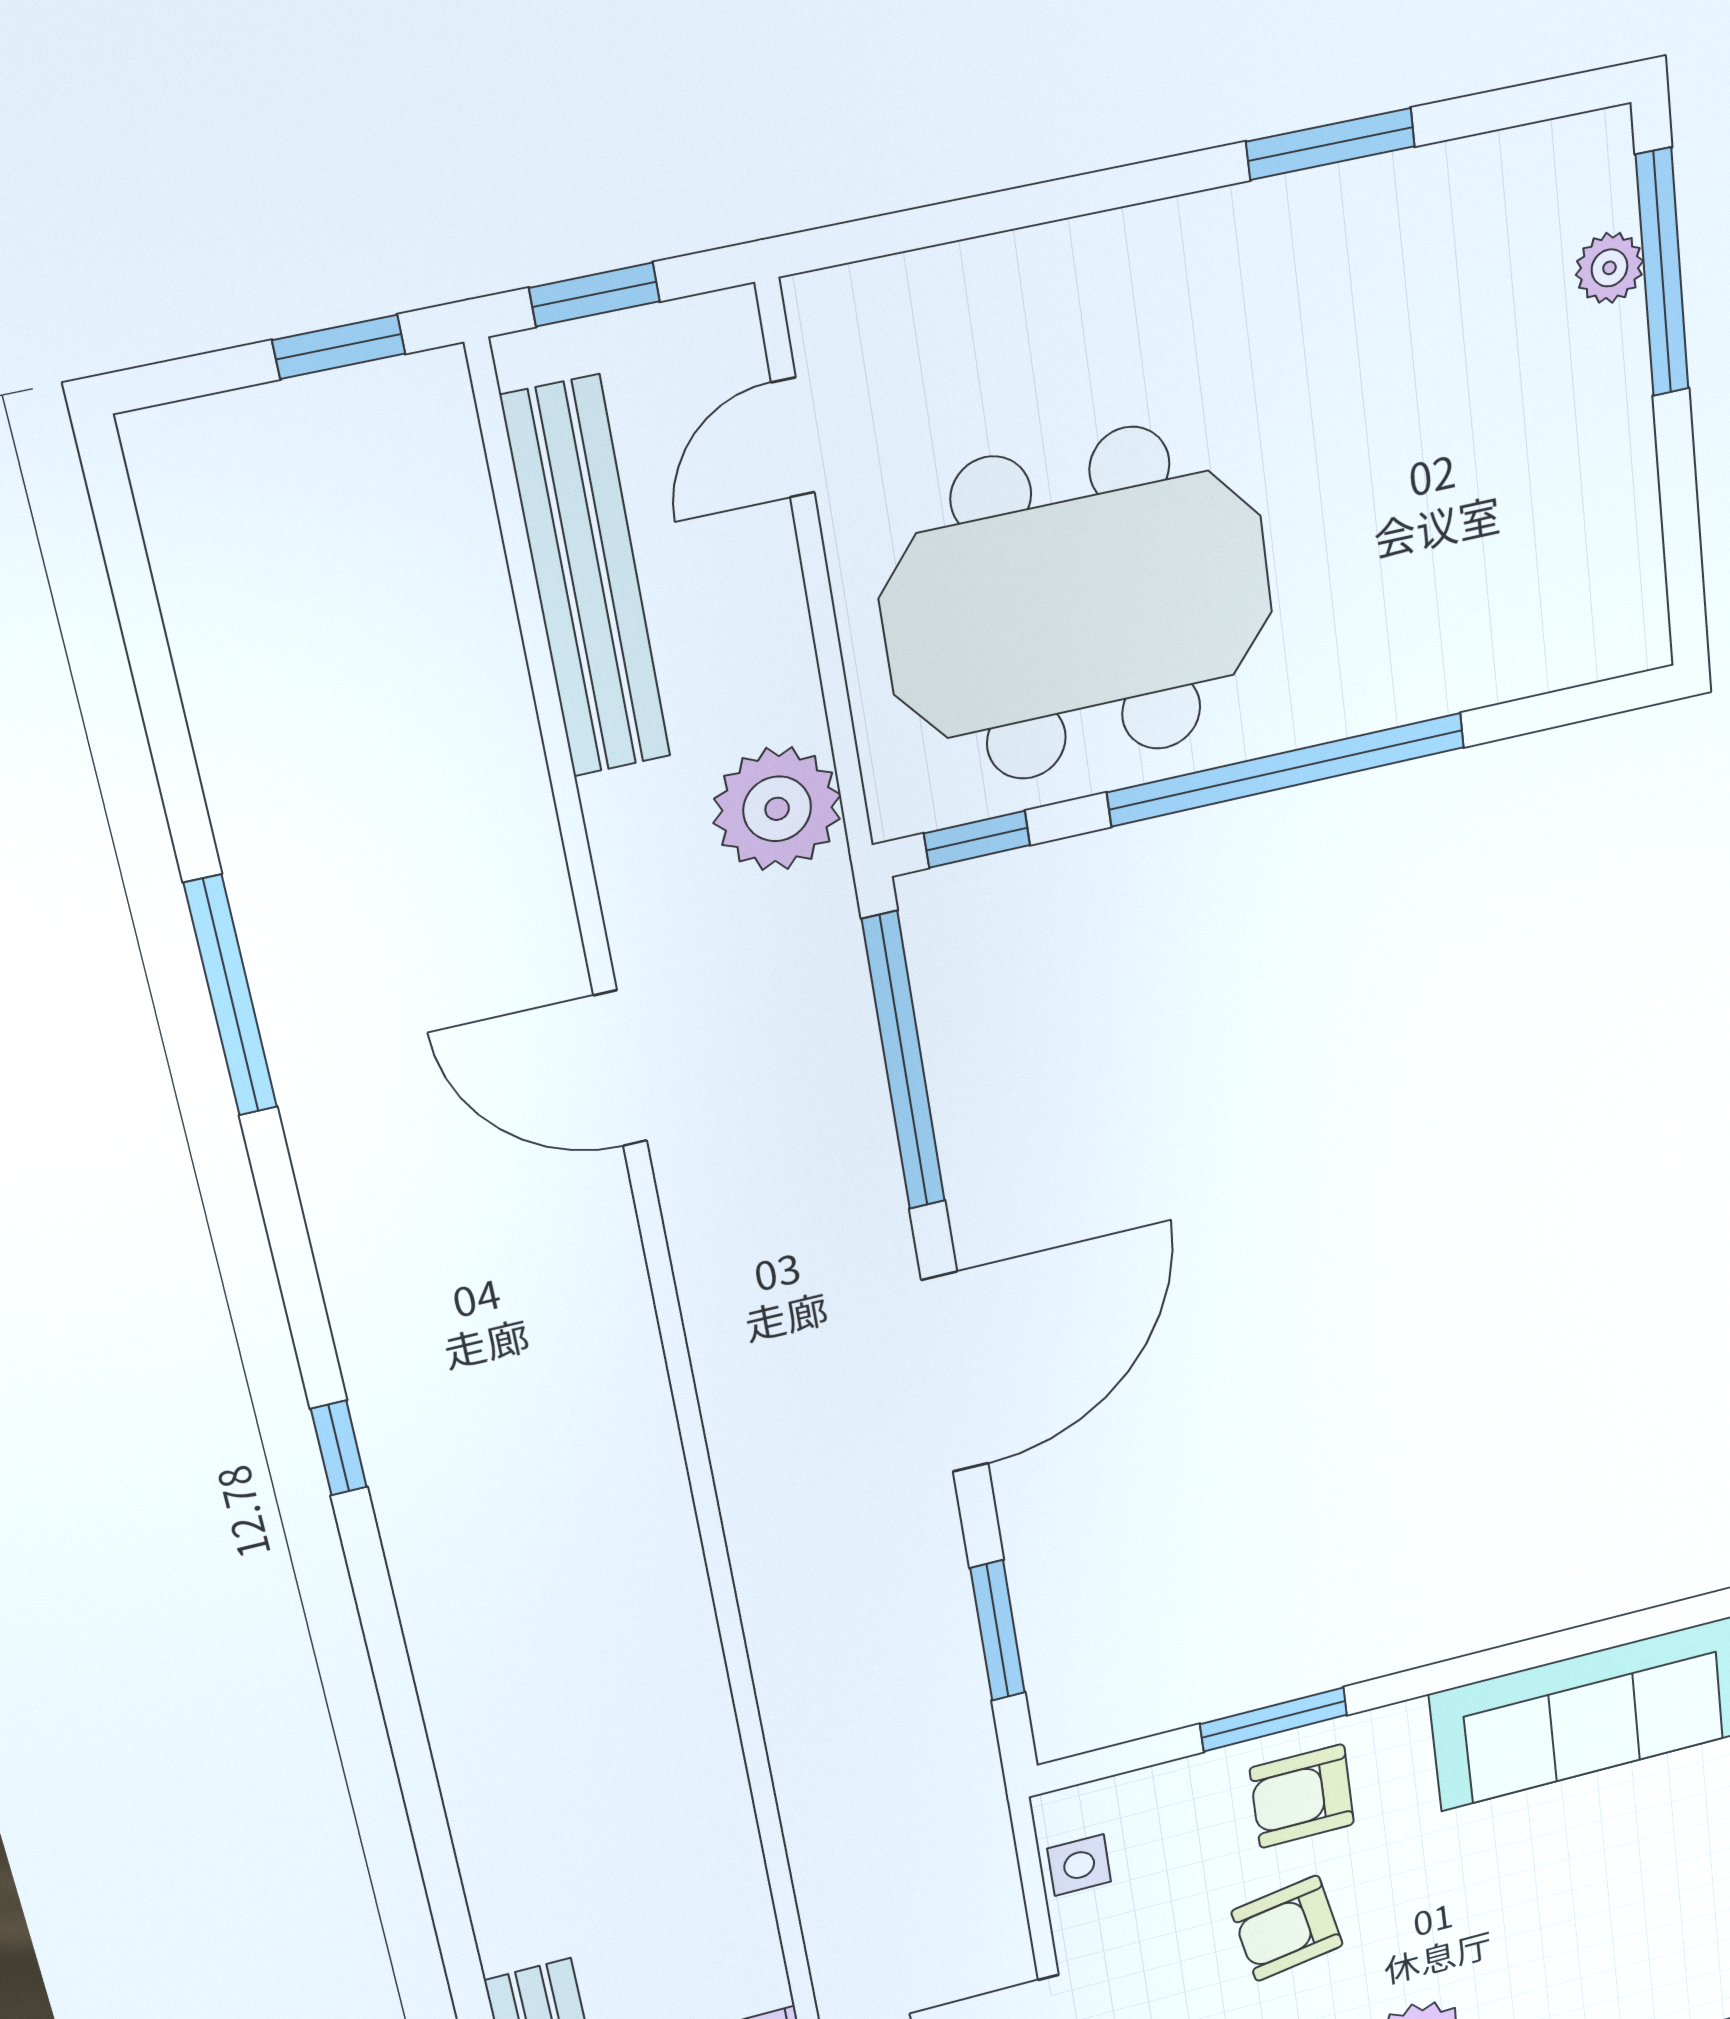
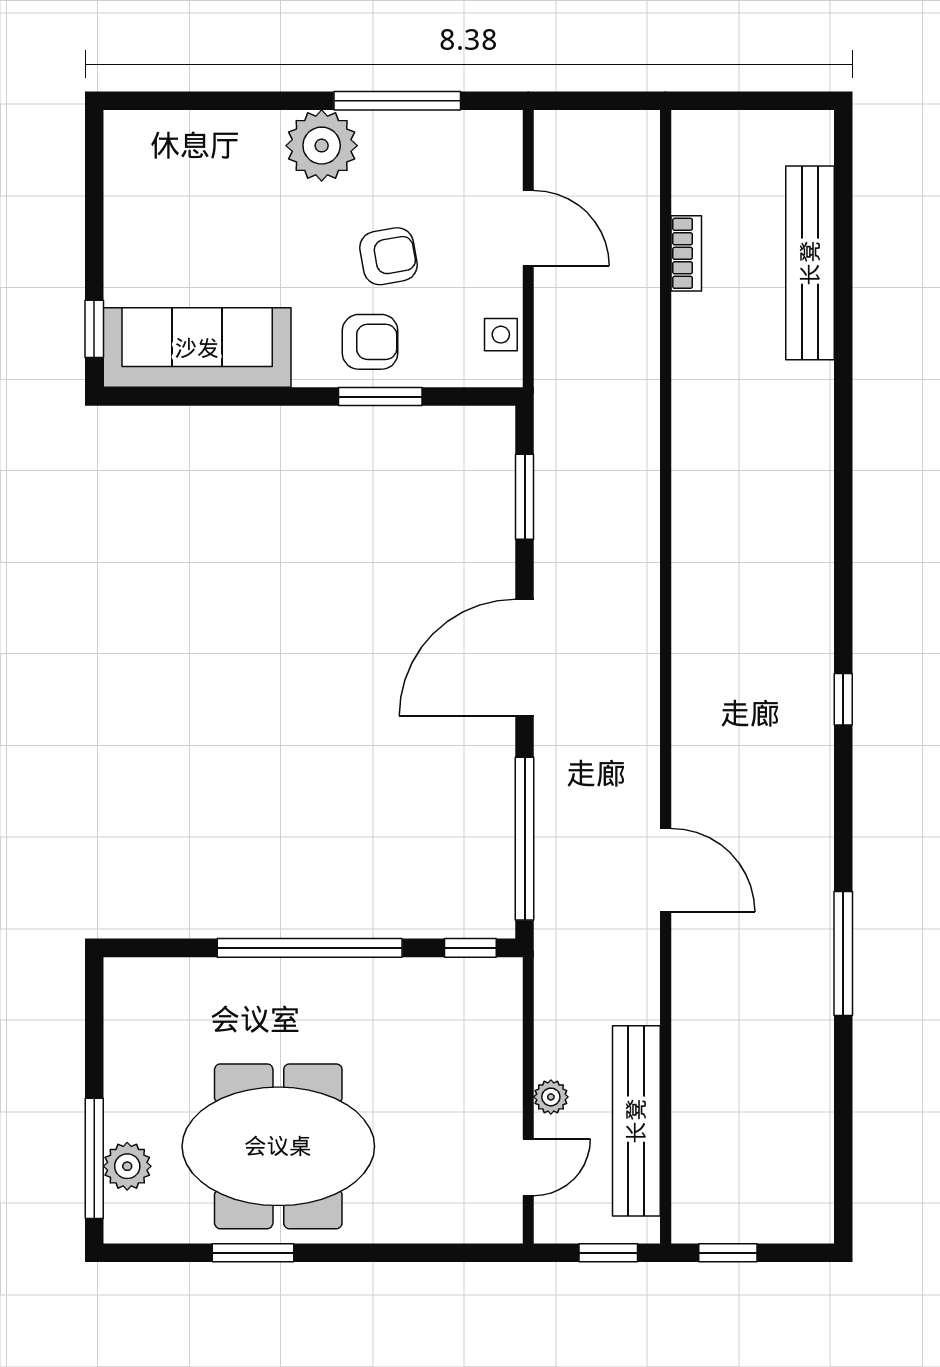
plant: (1609, 268) -> (127, 1166), width x1.38, depth x1.38
meeting table: (1077, 605) -> (278, 1146), moved
plant: (777, 809) -> (551, 1097), moved, width x0.53, depth x0.53

